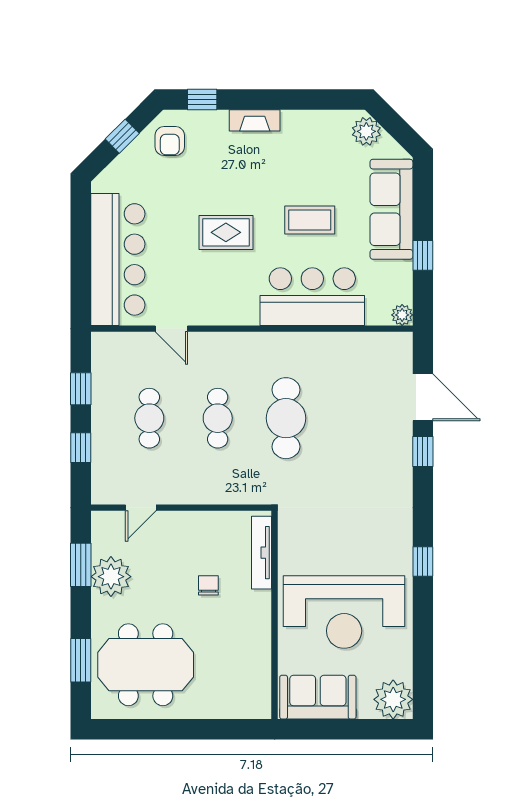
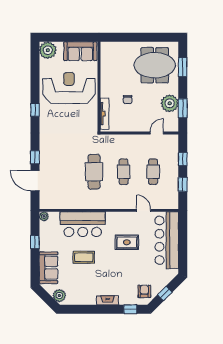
sofa: (391, 209) -> (48, 268), width x0.73
rug: (226, 232) -> (127, 242), moved

